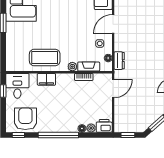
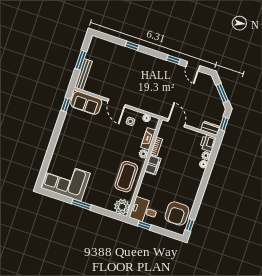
dresser: (119, 61) -> (210, 128), moved
plant: (14, 63) -> (122, 207), added
filing cabinet: (46, 79) -> (153, 165), moved
armchair: (25, 119) -> (177, 213), turned -90
window: (58, 135) -> (202, 188), removed

